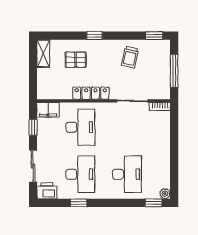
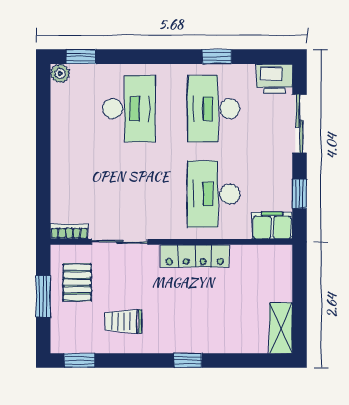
trolley: (130, 57) -> (124, 321), turned -103
pallet: (76, 60) -> (77, 282), moved, turned 90
window: (174, 71) -> (43, 296), width x0.69
desk: (127, 174) -> (129, 109), turned 180

